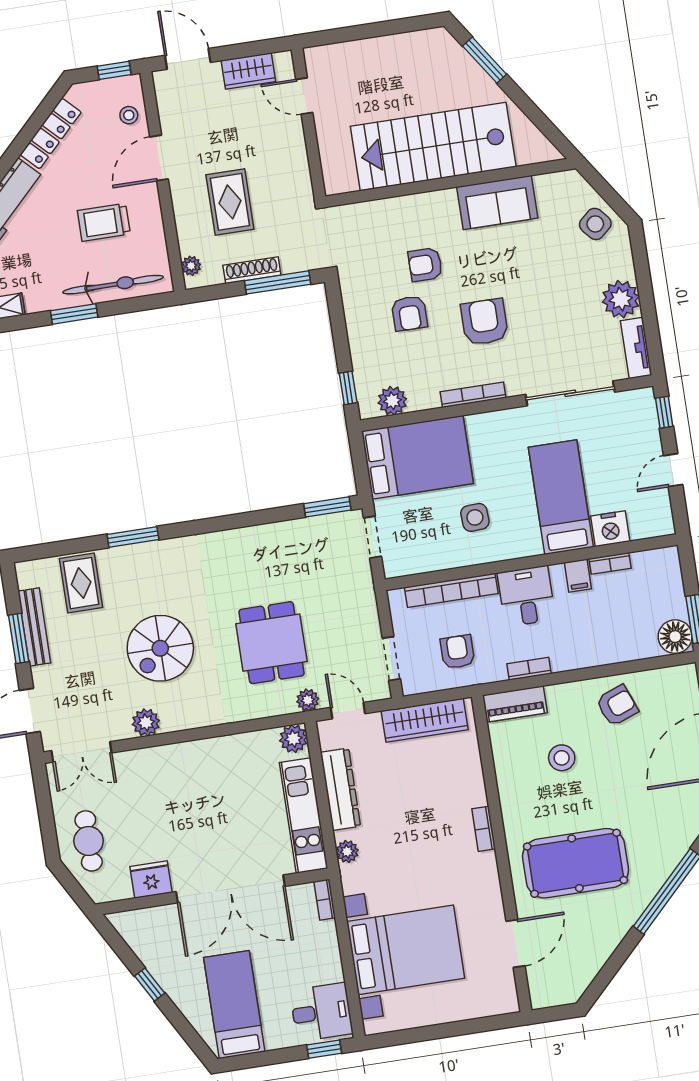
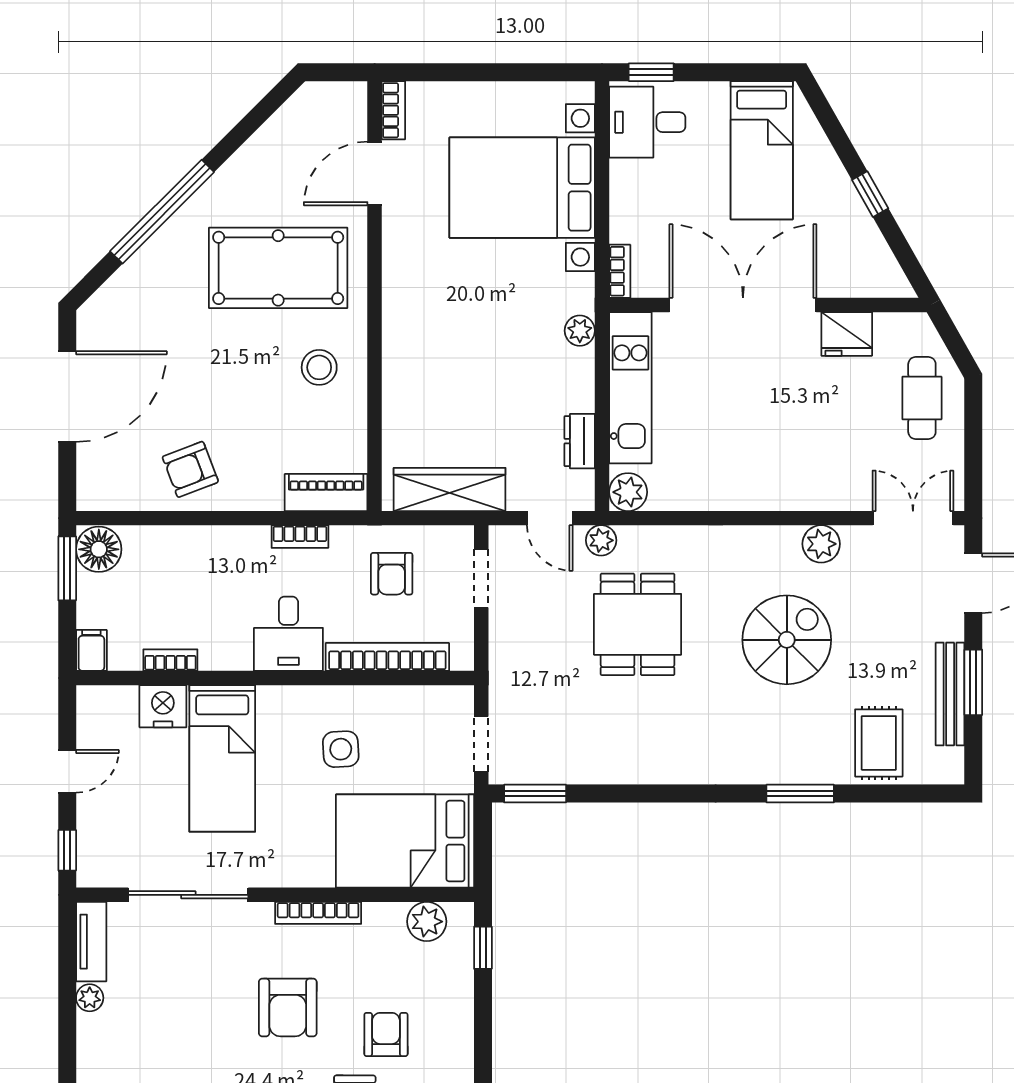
plant: (621, 299) -> (90, 998), width x0.53, depth x0.53
filing cabinet: (578, 576) -> (91, 650), moved
stool: (562, 758) -> (319, 367), moved
dresser: (340, 789) -> (580, 441), width x0.51, depth x0.80
bookcase: (484, 829) -> (393, 110), moved

